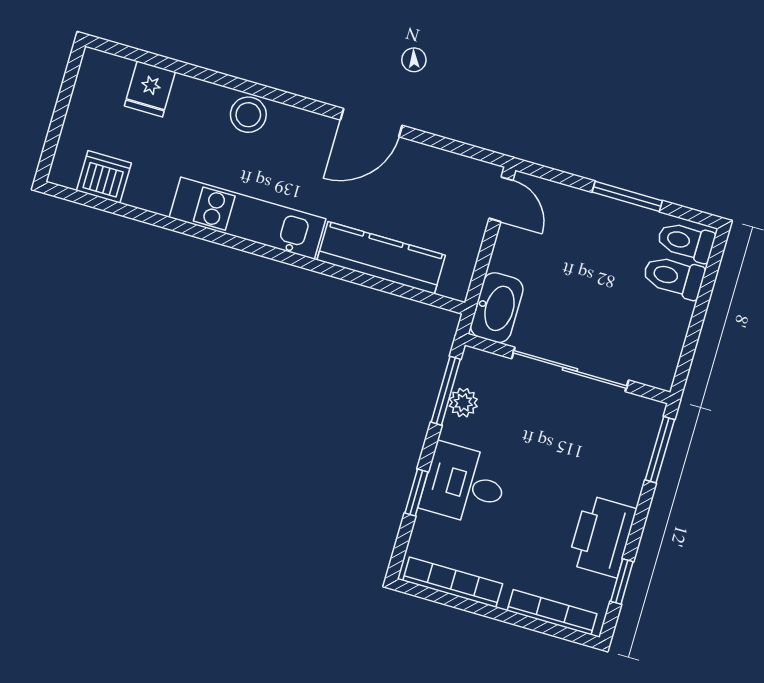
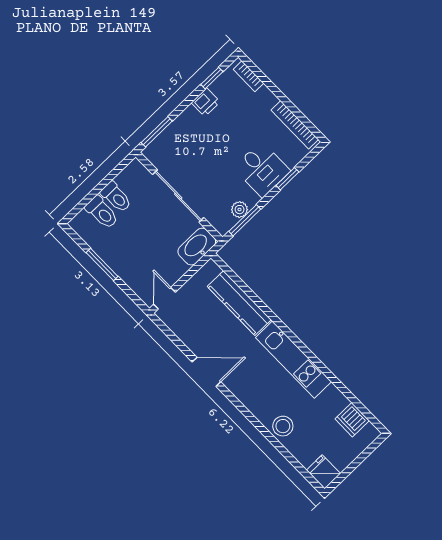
fridge: (150, 89) -> (324, 472), moved, turned -90
stool: (248, 115) -> (283, 426), moved
toilet: (686, 242) -> (116, 197), moved
printer: (602, 536) -> (206, 102), width x0.53, depth x0.68
bookcase: (552, 612) -> (248, 76), width x0.64

